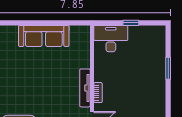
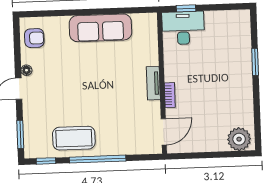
window: (131, 23) -> (186, 8), moved
tv unit: (85, 88) -> (153, 83), width x0.71

